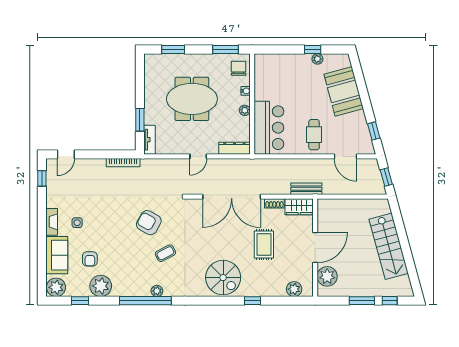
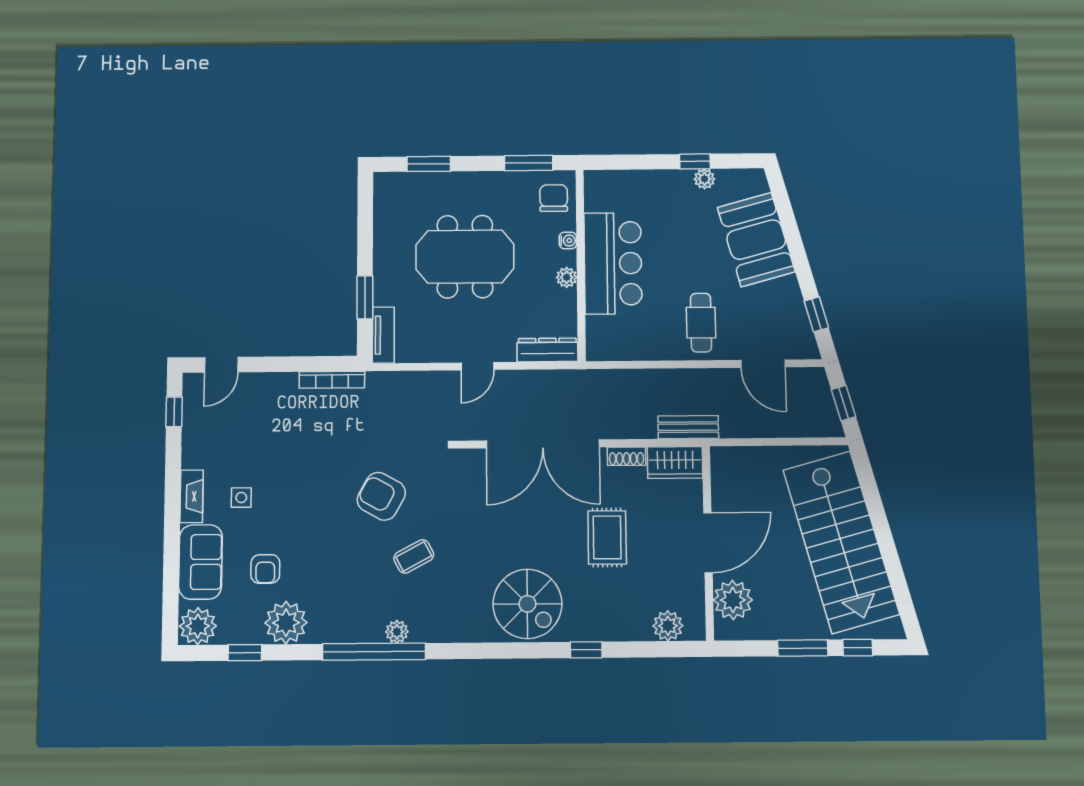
bar counter: (269, 128) -> (613, 263), moved
stairs: (389, 246) -> (841, 542), width x1.36, depth x1.51

